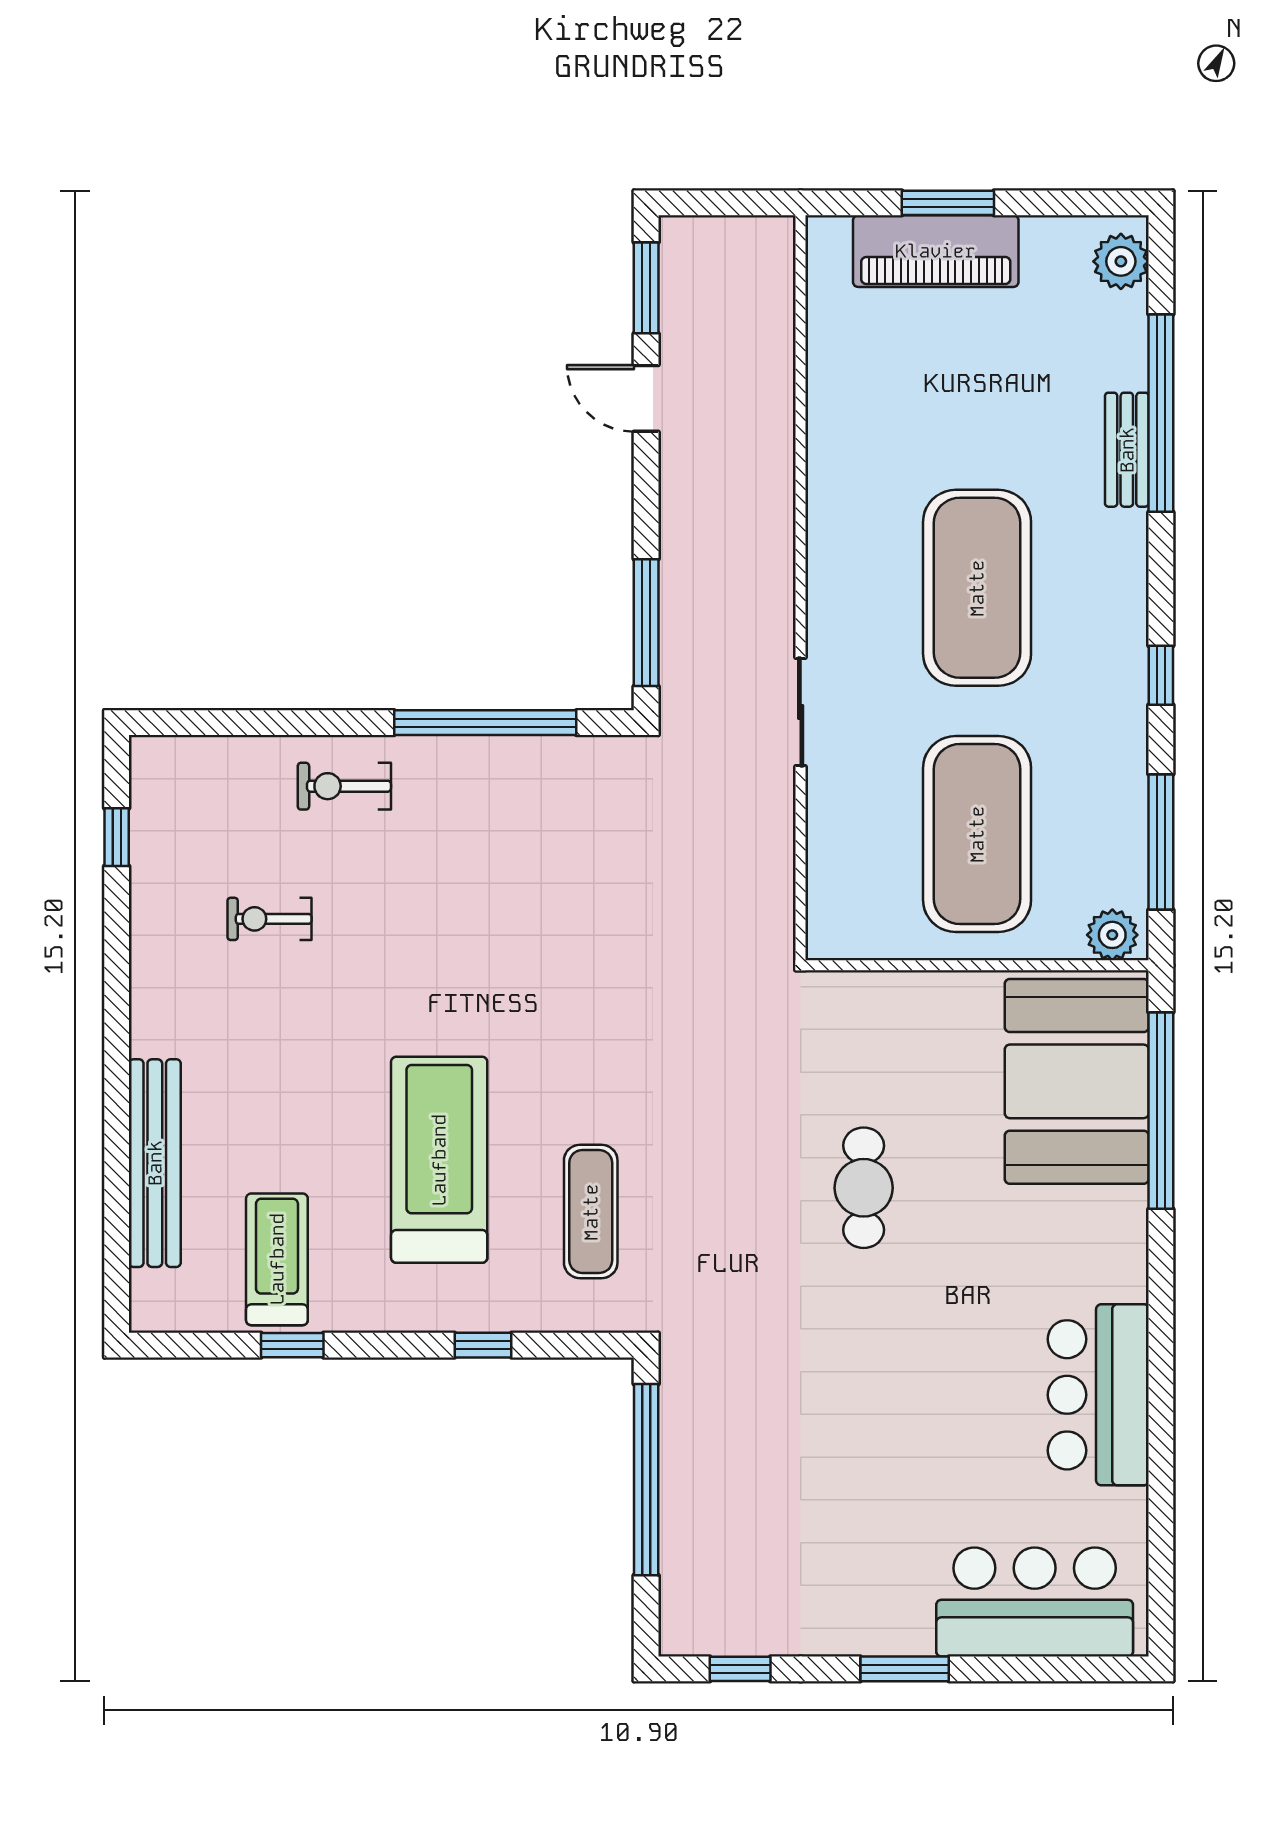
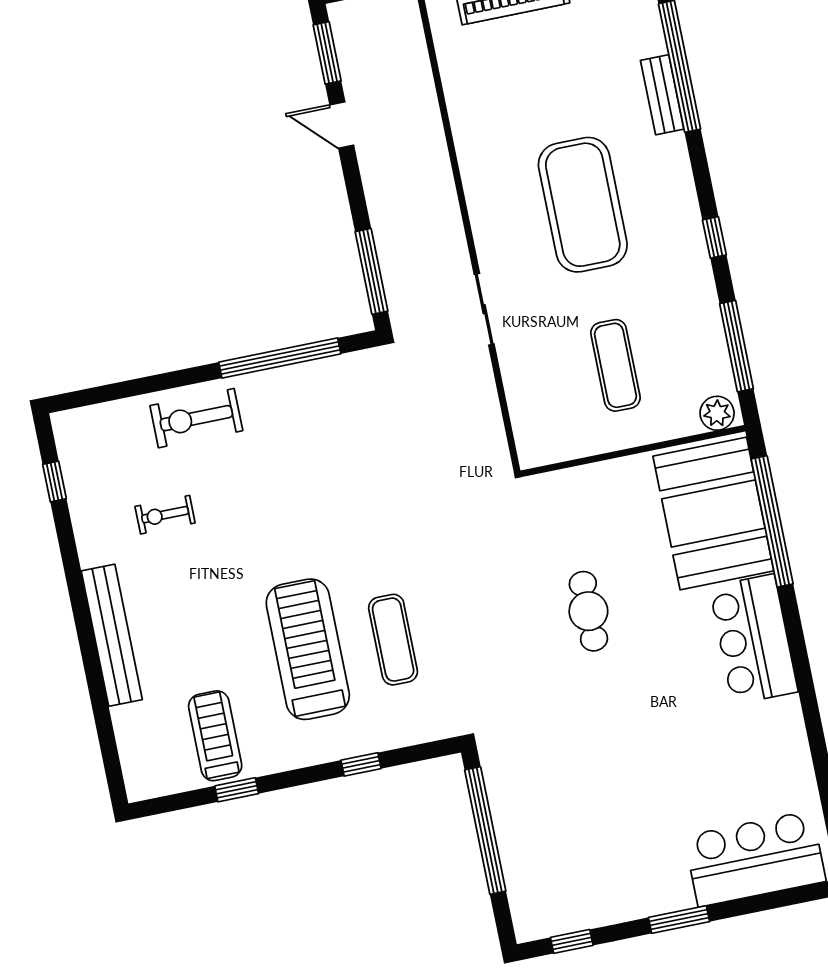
exercise bike: (344, 786) -> (196, 418), width x1.38, depth x1.39
exercise mat: (977, 834) -> (615, 365), width x0.50, depth x0.69
bench: (155, 1163) -> (112, 635), moved
exercise mat: (591, 1212) -> (393, 640), moved
bar counter: (1098, 1395) -> (754, 639), moved

